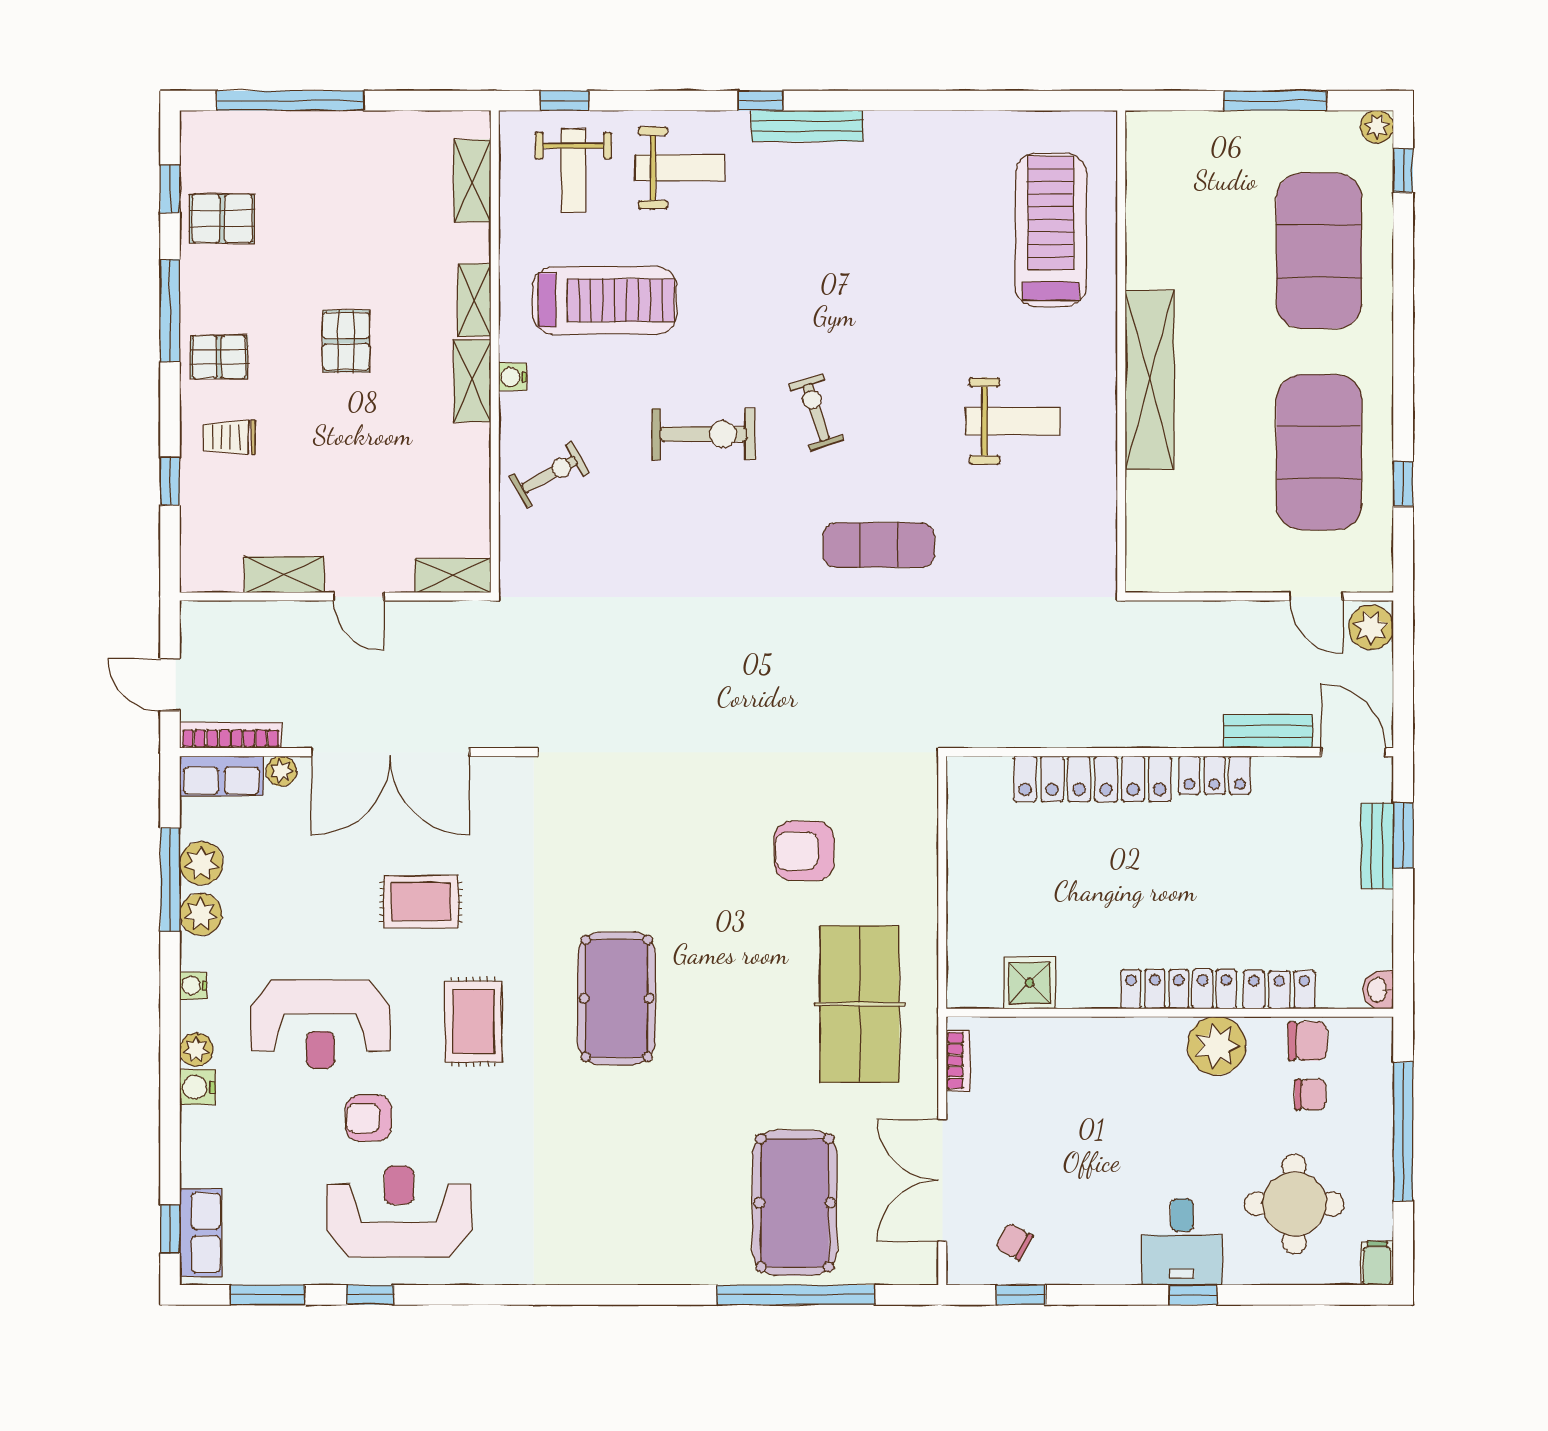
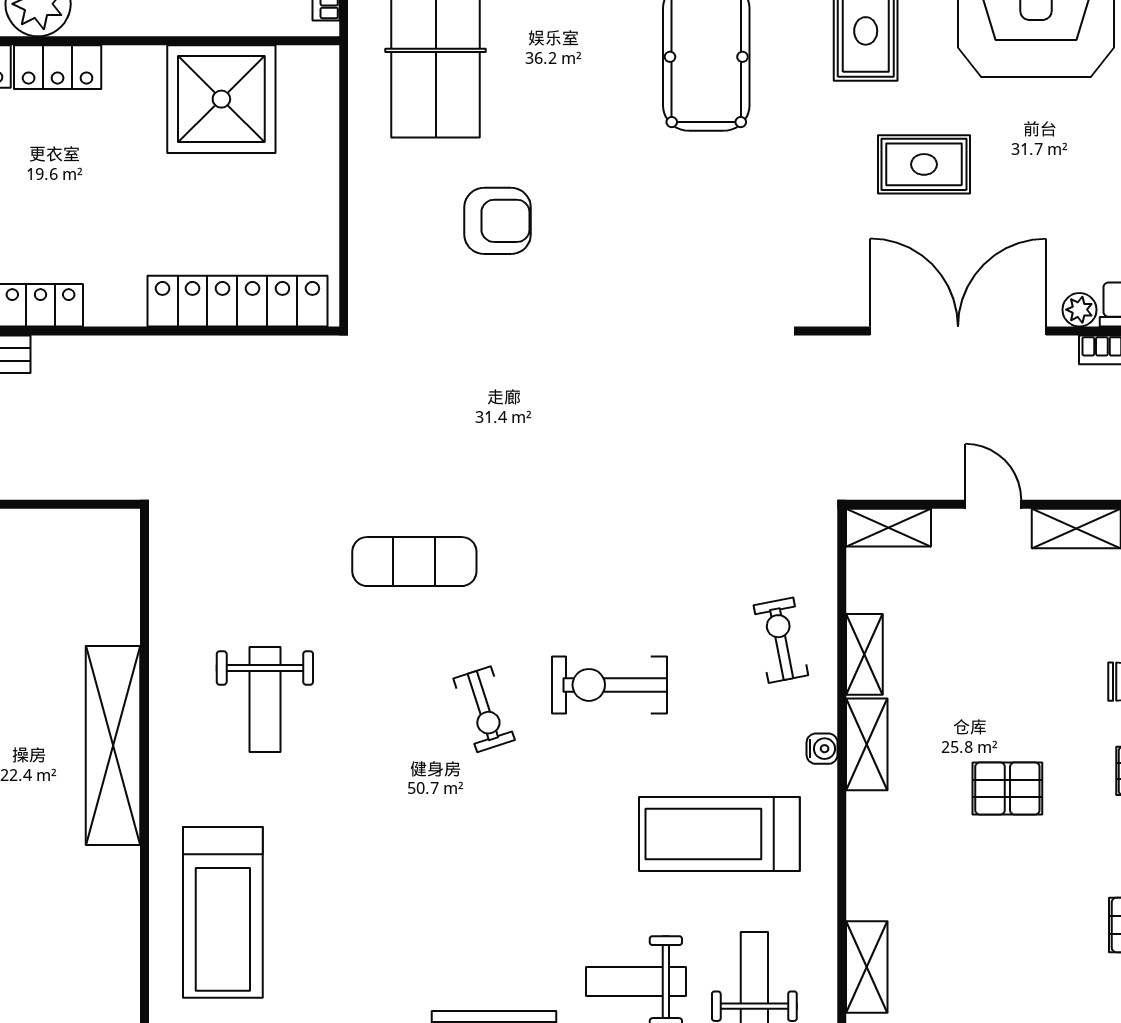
shelving: (475, 300) -> (864, 654), moved
pallet: (346, 341) -> (1007, 788), turned 90
weight bench: (1013, 421) -> (265, 700), turned -90
exercise bike: (549, 474) -> (781, 640), turned 108
locker: (1093, 779) -> (237, 301), moved
shower: (1030, 983) -> (221, 99), width x1.86, depth x1.86
locker: (1179, 989) -> (58, 67), width x0.66

